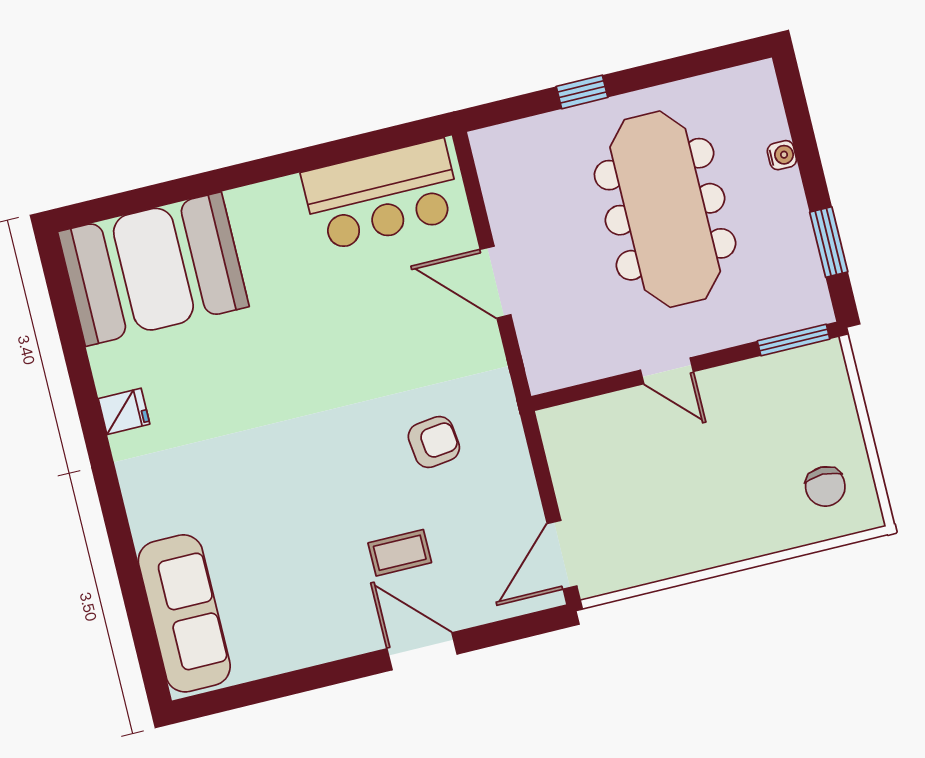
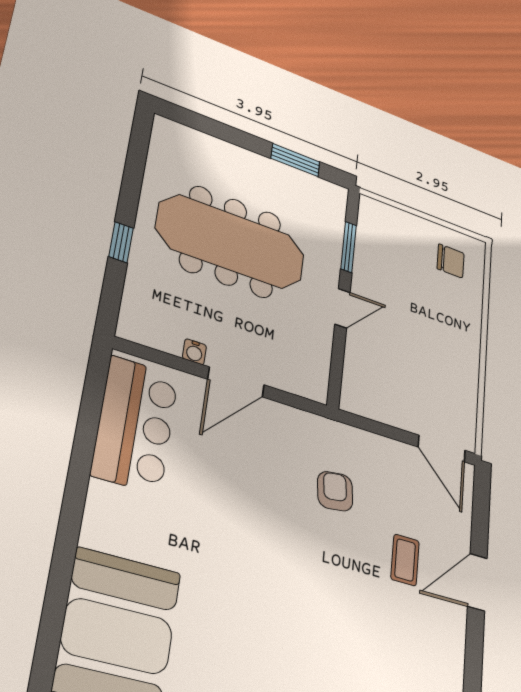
water cooler: (782, 155) -> (194, 352), moved, turned 180
window: (794, 340) -> (349, 247), moved

